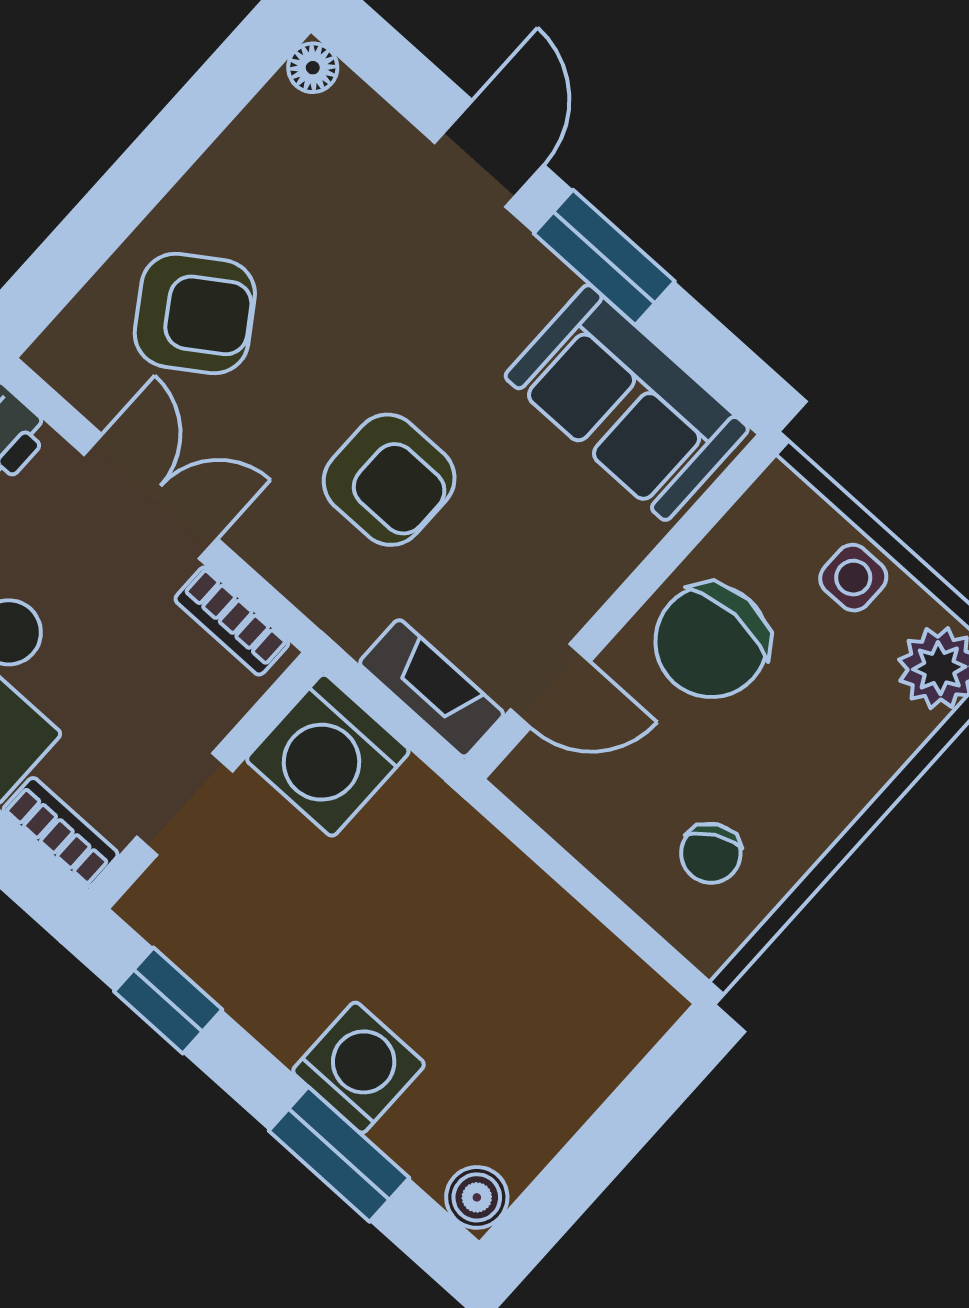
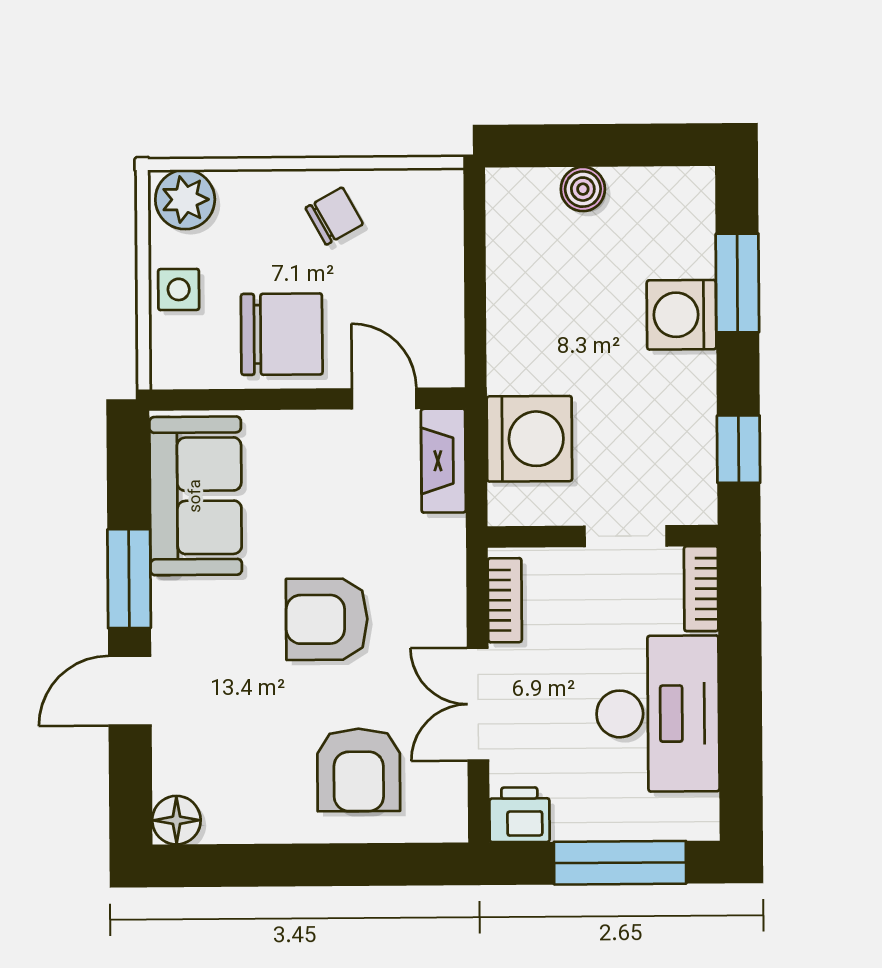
floor lamp: (313, 68) -> (176, 820), width x1.37, depth x1.37
armchair: (195, 314) -> (359, 770), turned -146
armchair: (389, 480) -> (327, 619), moved, turned -90
washing machine: (328, 755) -> (529, 439), moved
chair: (711, 853) -> (334, 216), moved
boiler: (477, 1197) -> (583, 189), moved

